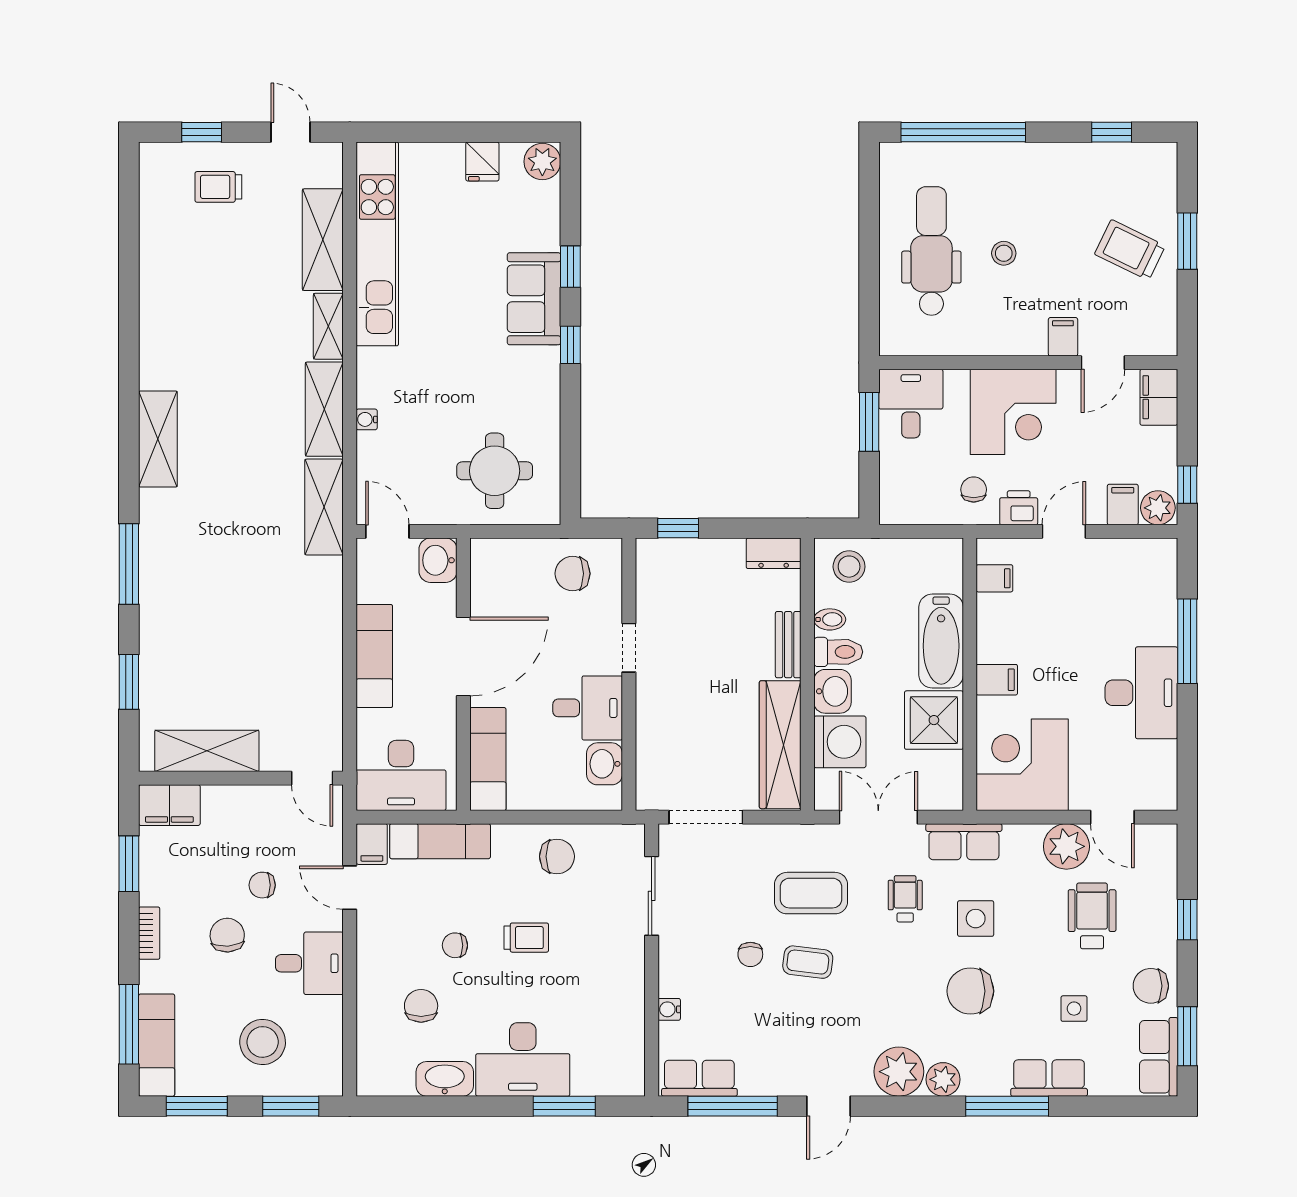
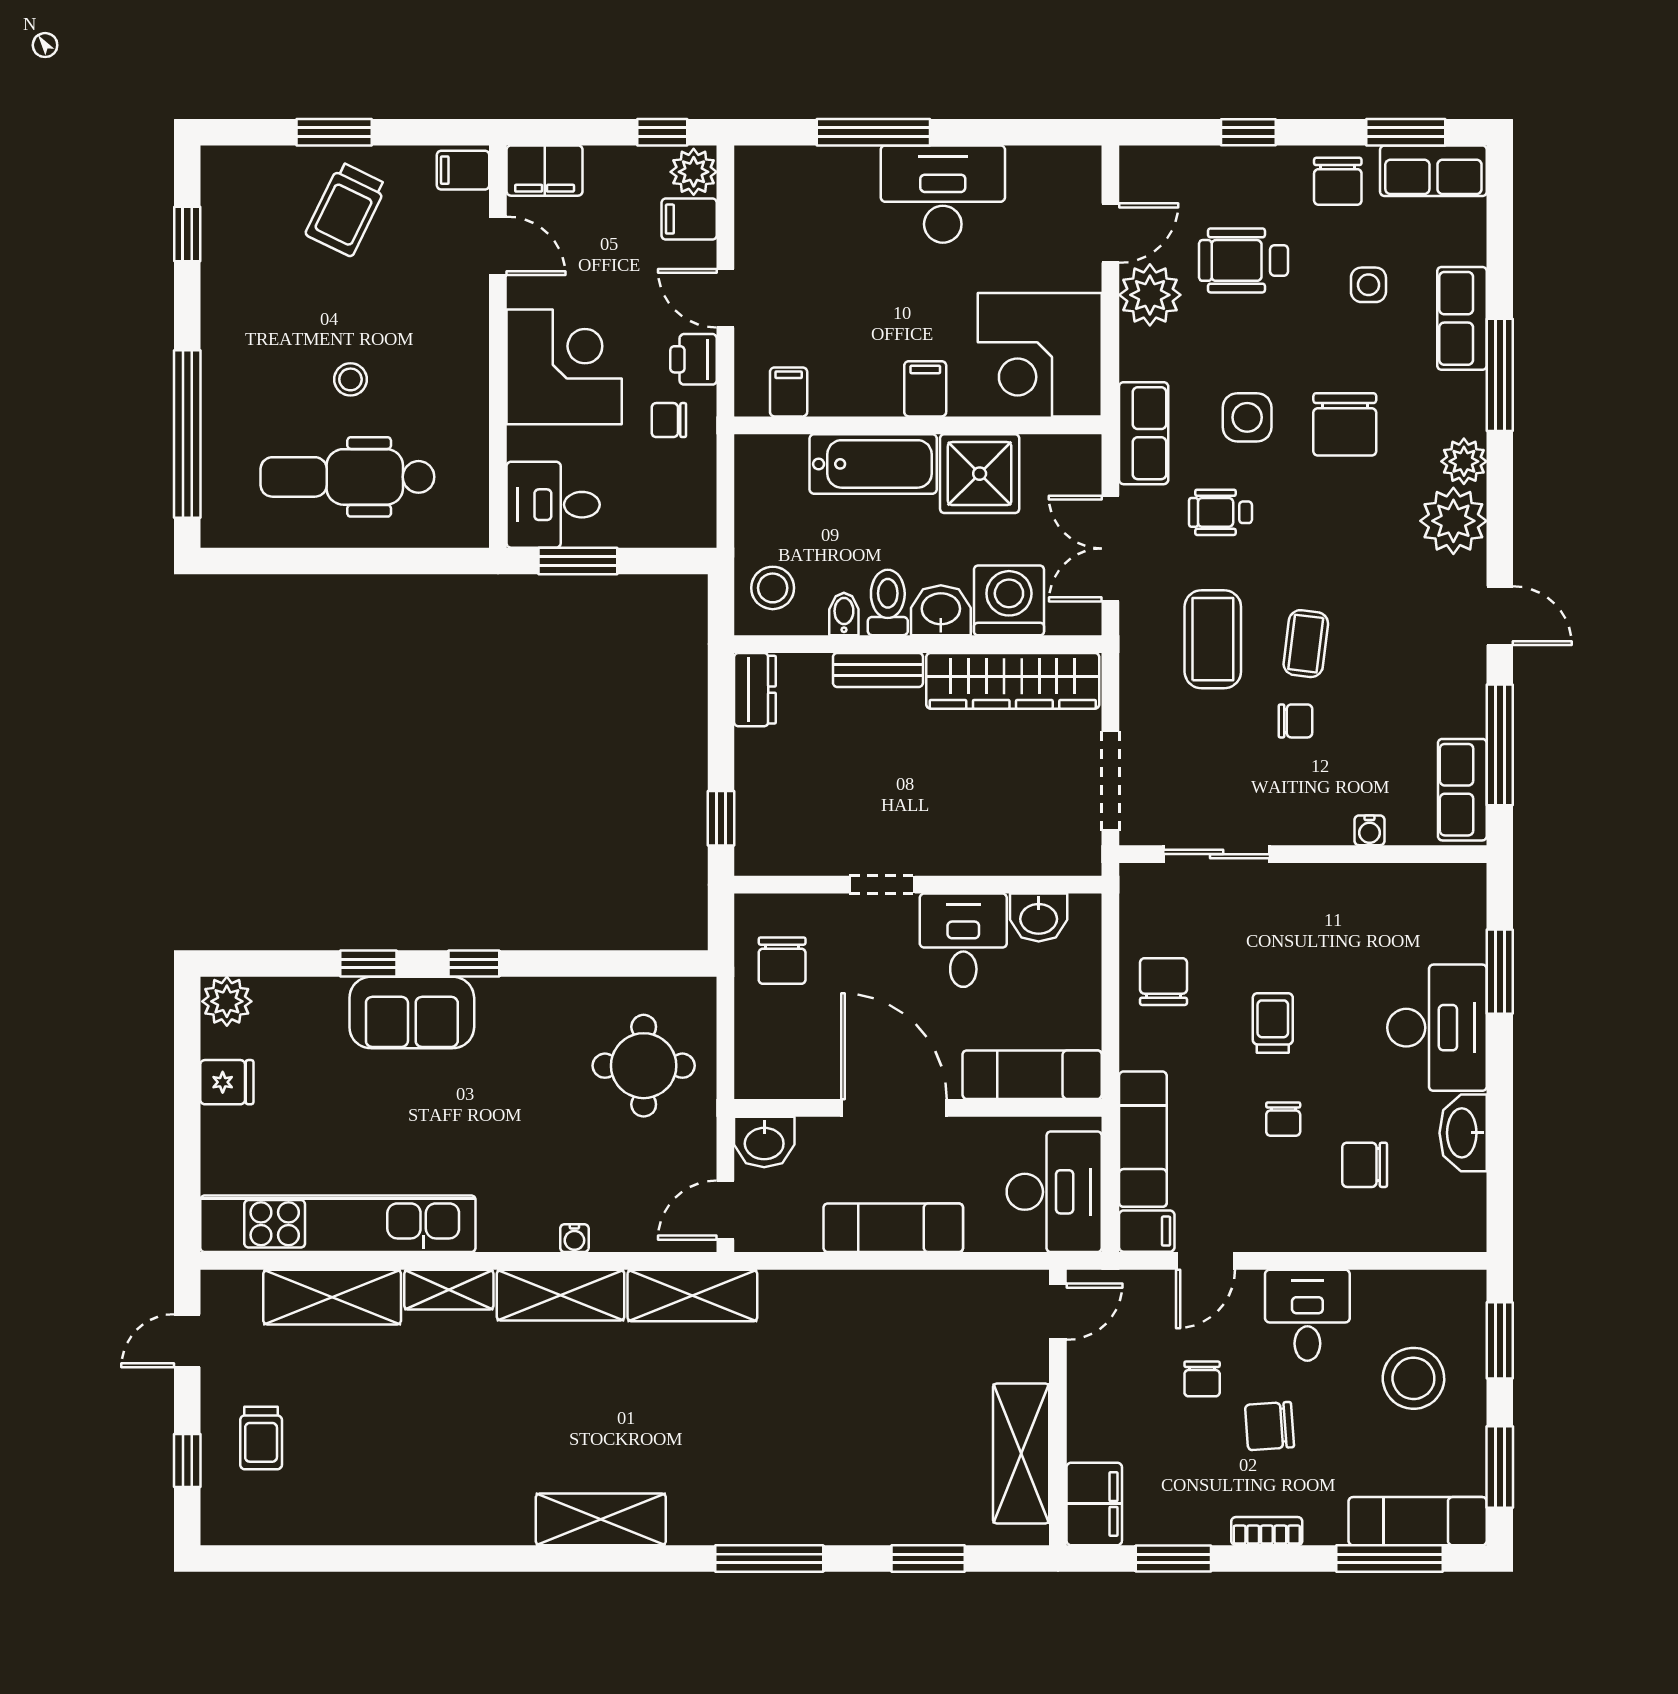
filing cabinet: (1063, 337) -> (463, 170), moved

